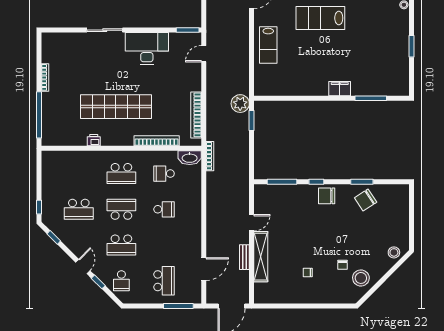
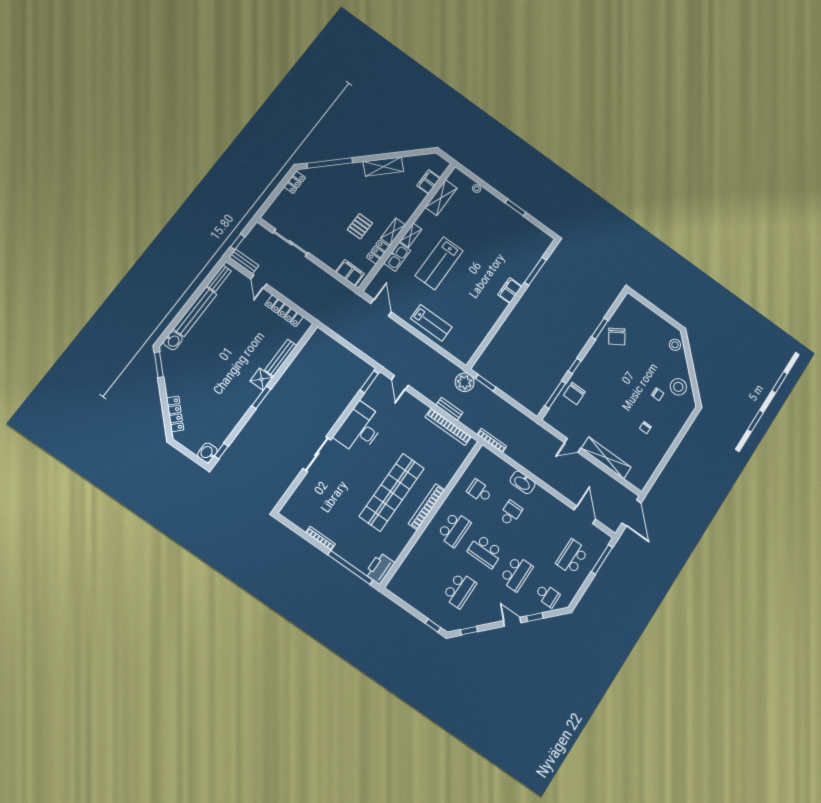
printer: (94, 140) -> (380, 568), moved, width x1.87, depth x1.48
bookcase: (157, 141) -> (427, 507), moved
washbasin: (190, 158) -> (523, 482), moved, turned 90
school desk: (164, 174) -> (480, 491), turned 90
chair: (327, 196) -> (574, 393), moved
school desk: (121, 209) -> (485, 551), turned -90
door: (252, 223) -> (573, 445), swing flipped
bench: (244, 257) -> (449, 409), moved
school desk: (164, 281) -> (572, 557), turned -90

